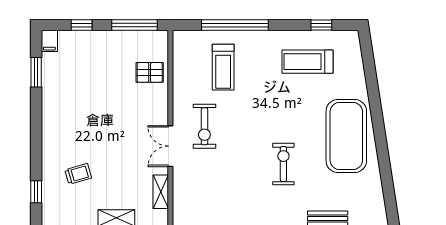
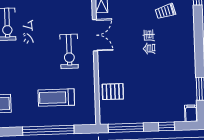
treadmill: (223, 67) -> (56, 98), turned -90
exercise bike: (204, 126) -> (69, 51), turned 180

